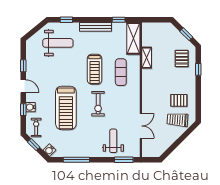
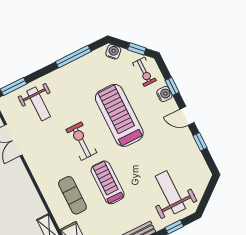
weight bench: (58, 43) -> (170, 192), turned 90

